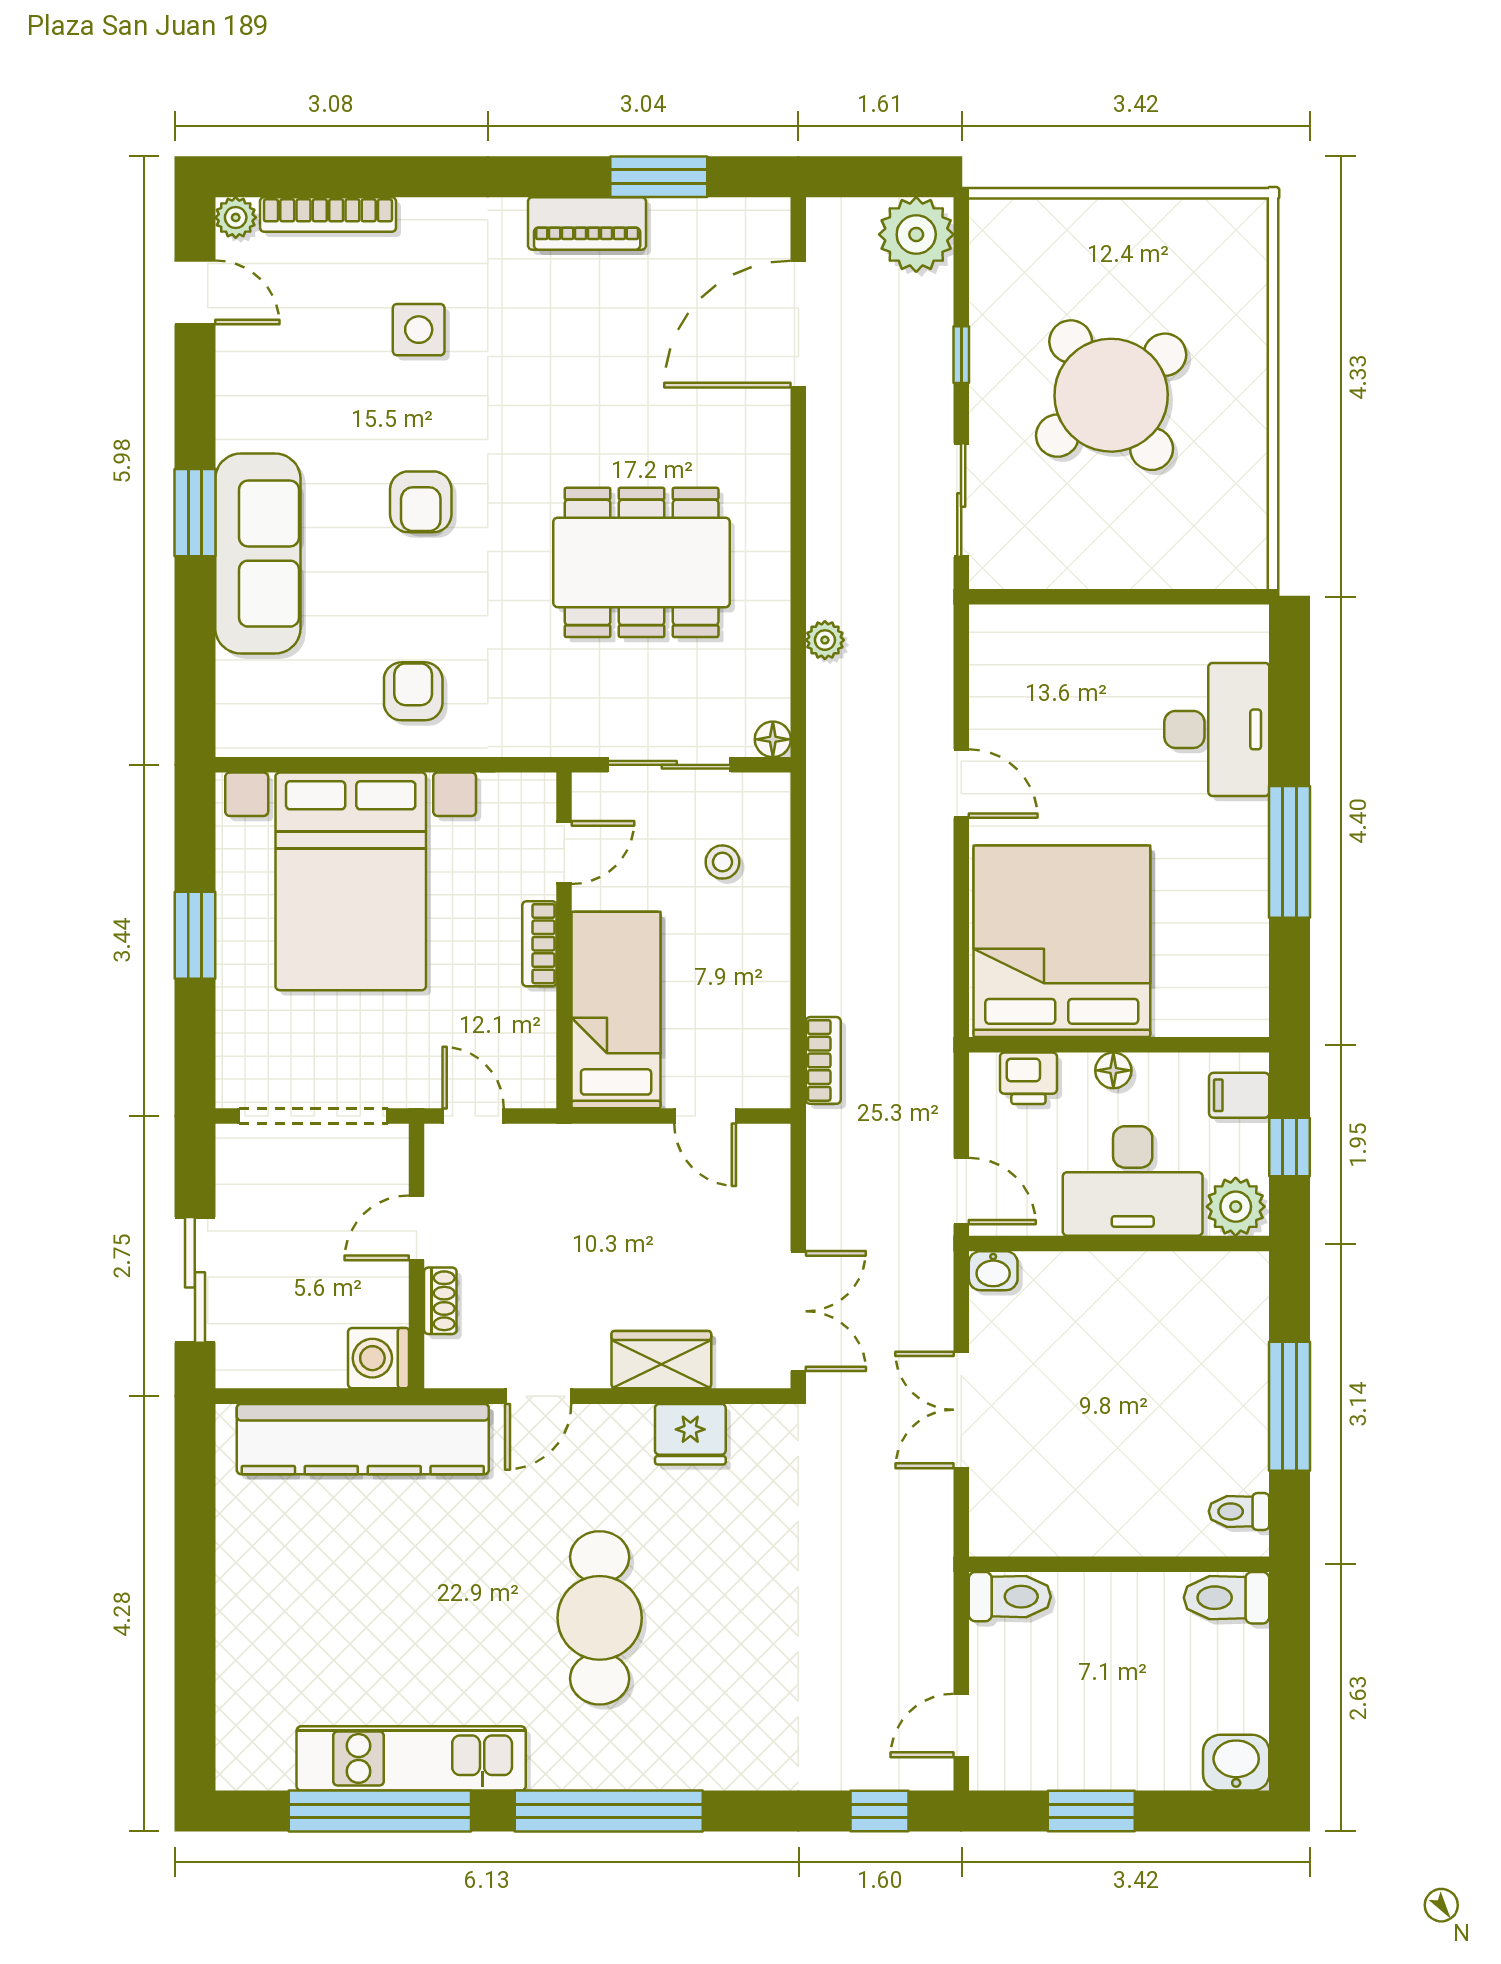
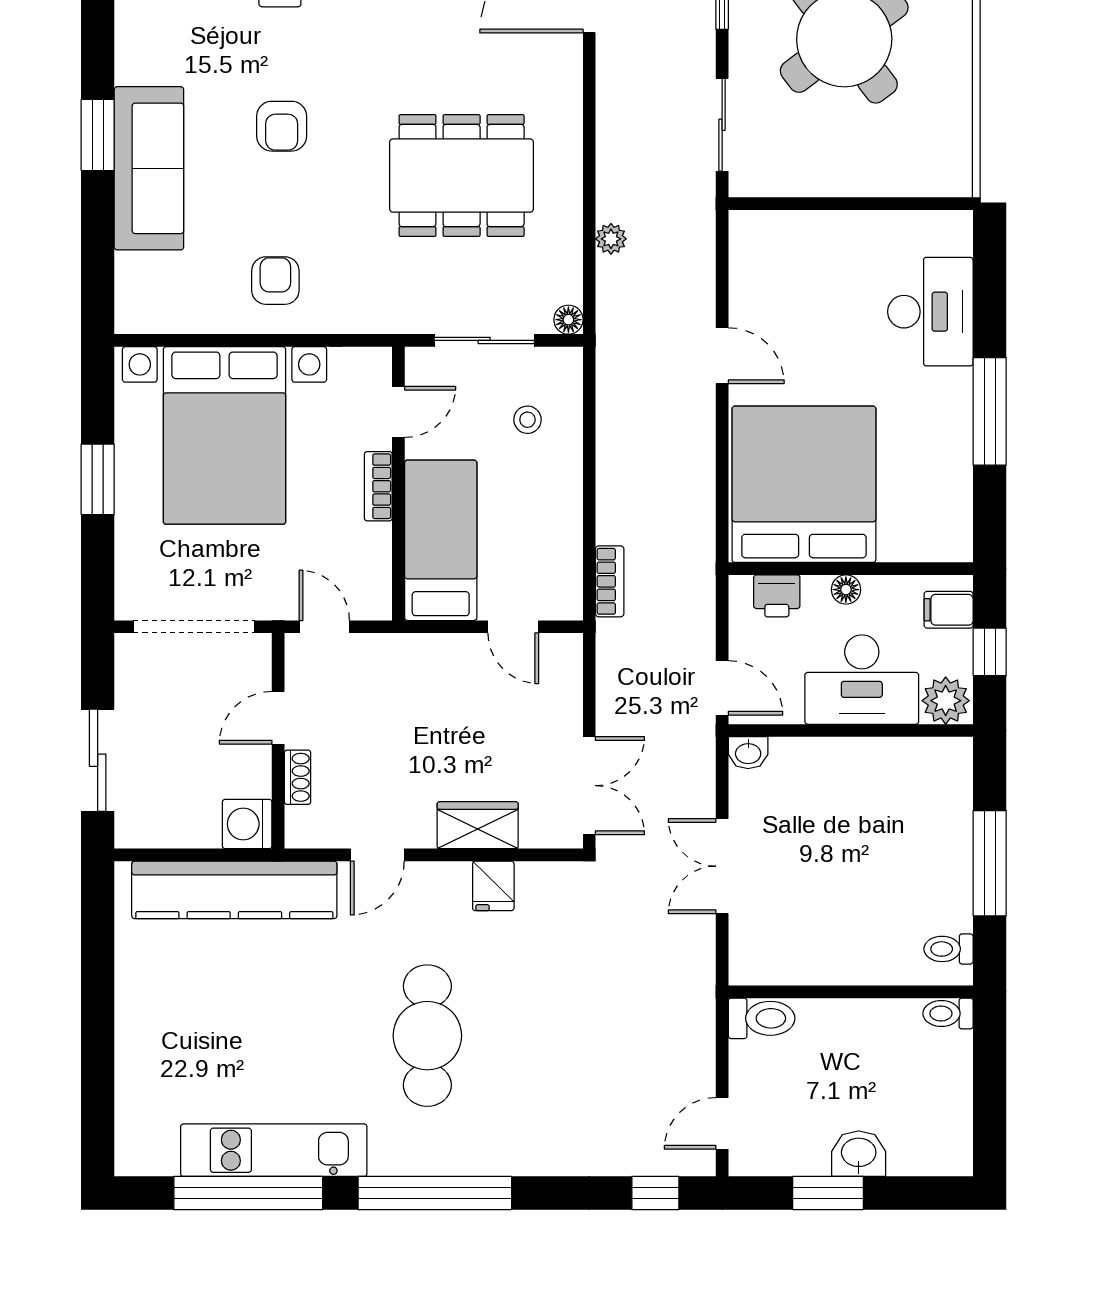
fridge: (690, 1434) -> (493, 886), width x0.72
toilet: (1227, 1598) -> (948, 1013), width x0.73, depth x0.72
washbasin: (1236, 1763) -> (859, 1154), moved

